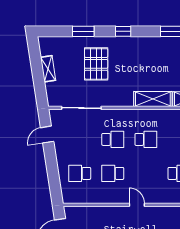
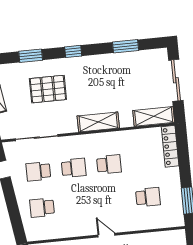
pallet: (96, 64) -> (48, 89), turned 90
shelving: (153, 99) -> (98, 122), moved
school desk: (113, 173) -> (38, 171), moved

